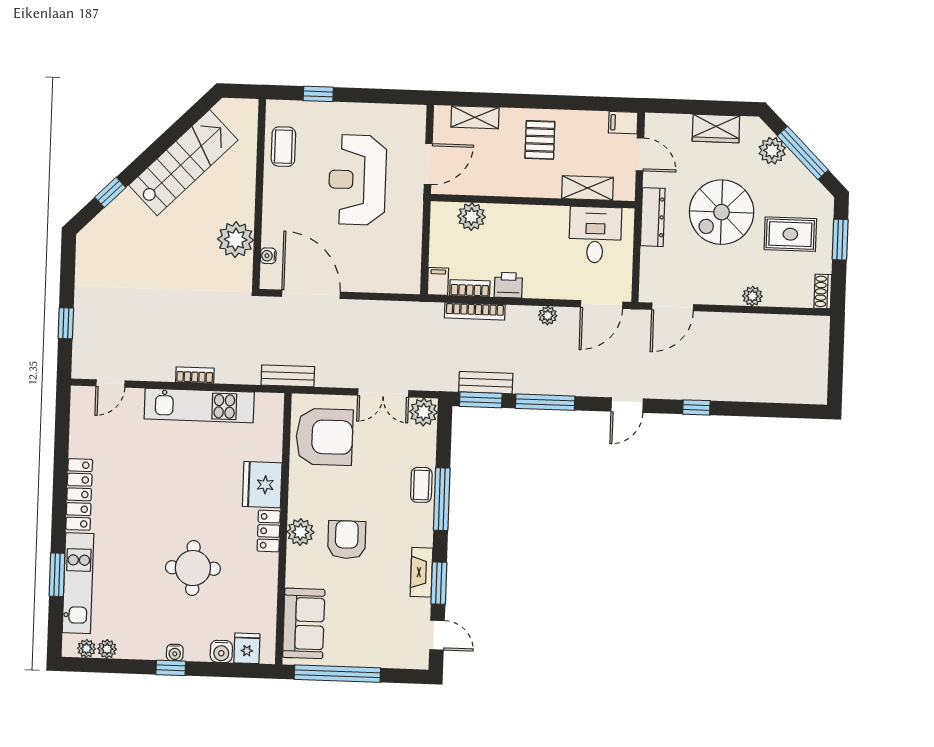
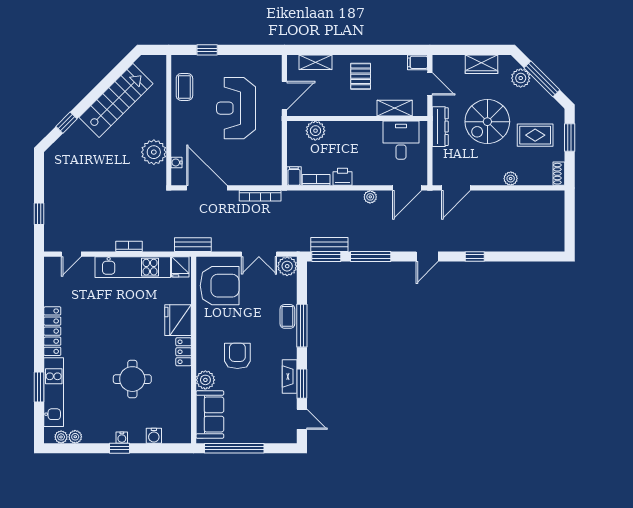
bookcase: (475, 311) -> (260, 196), moved
plant: (300, 532) -> (205, 380), moved
fridge: (247, 648) -> (180, 267), moved, turned 180

